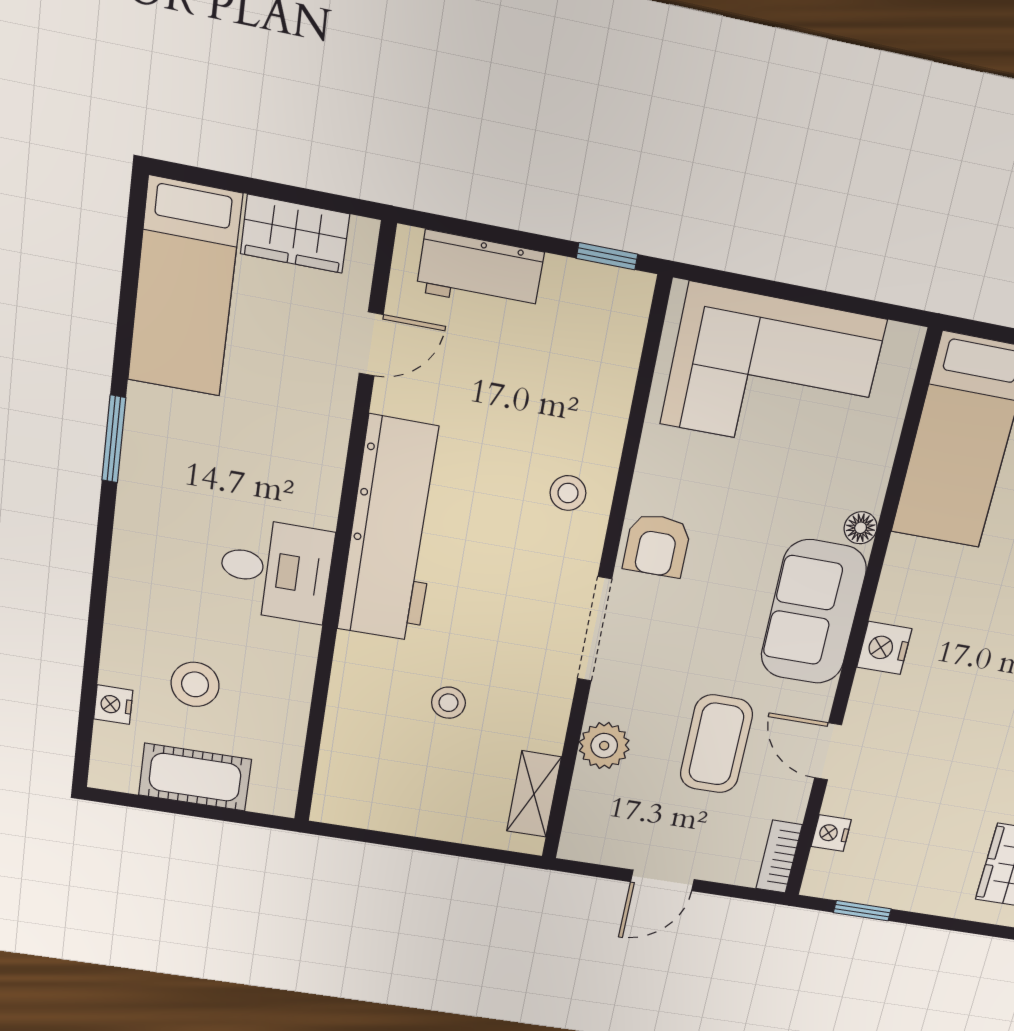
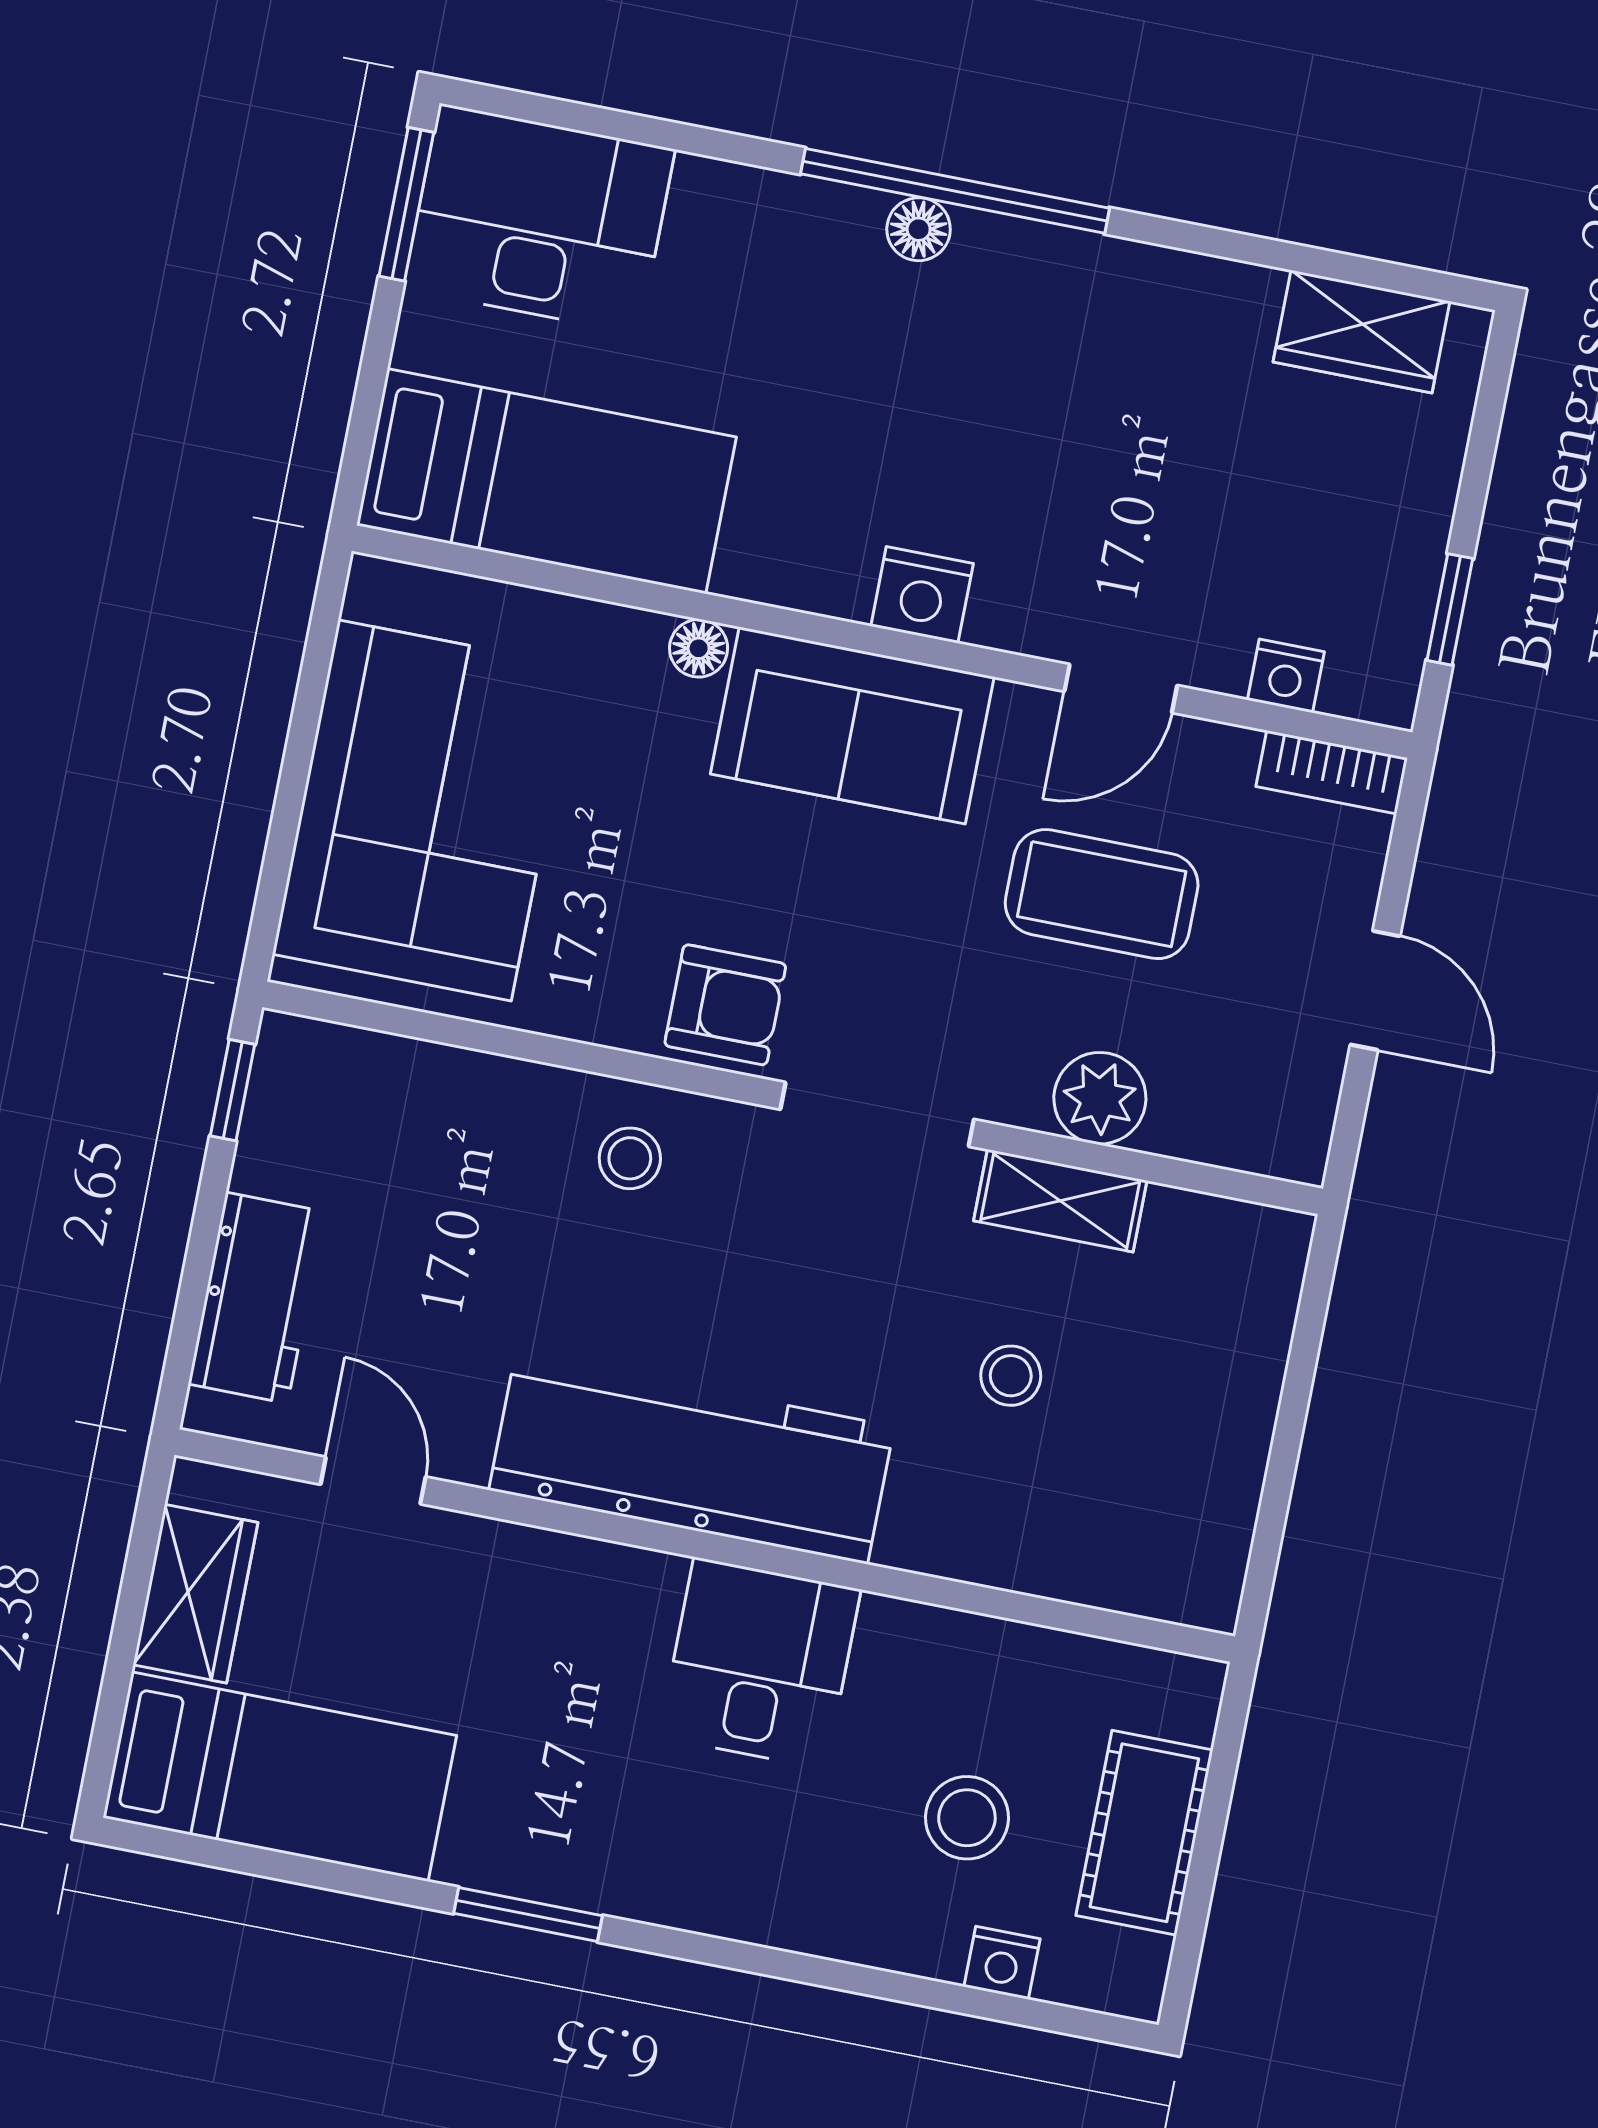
shelving: (534, 794) -> (1060, 1201), moved

